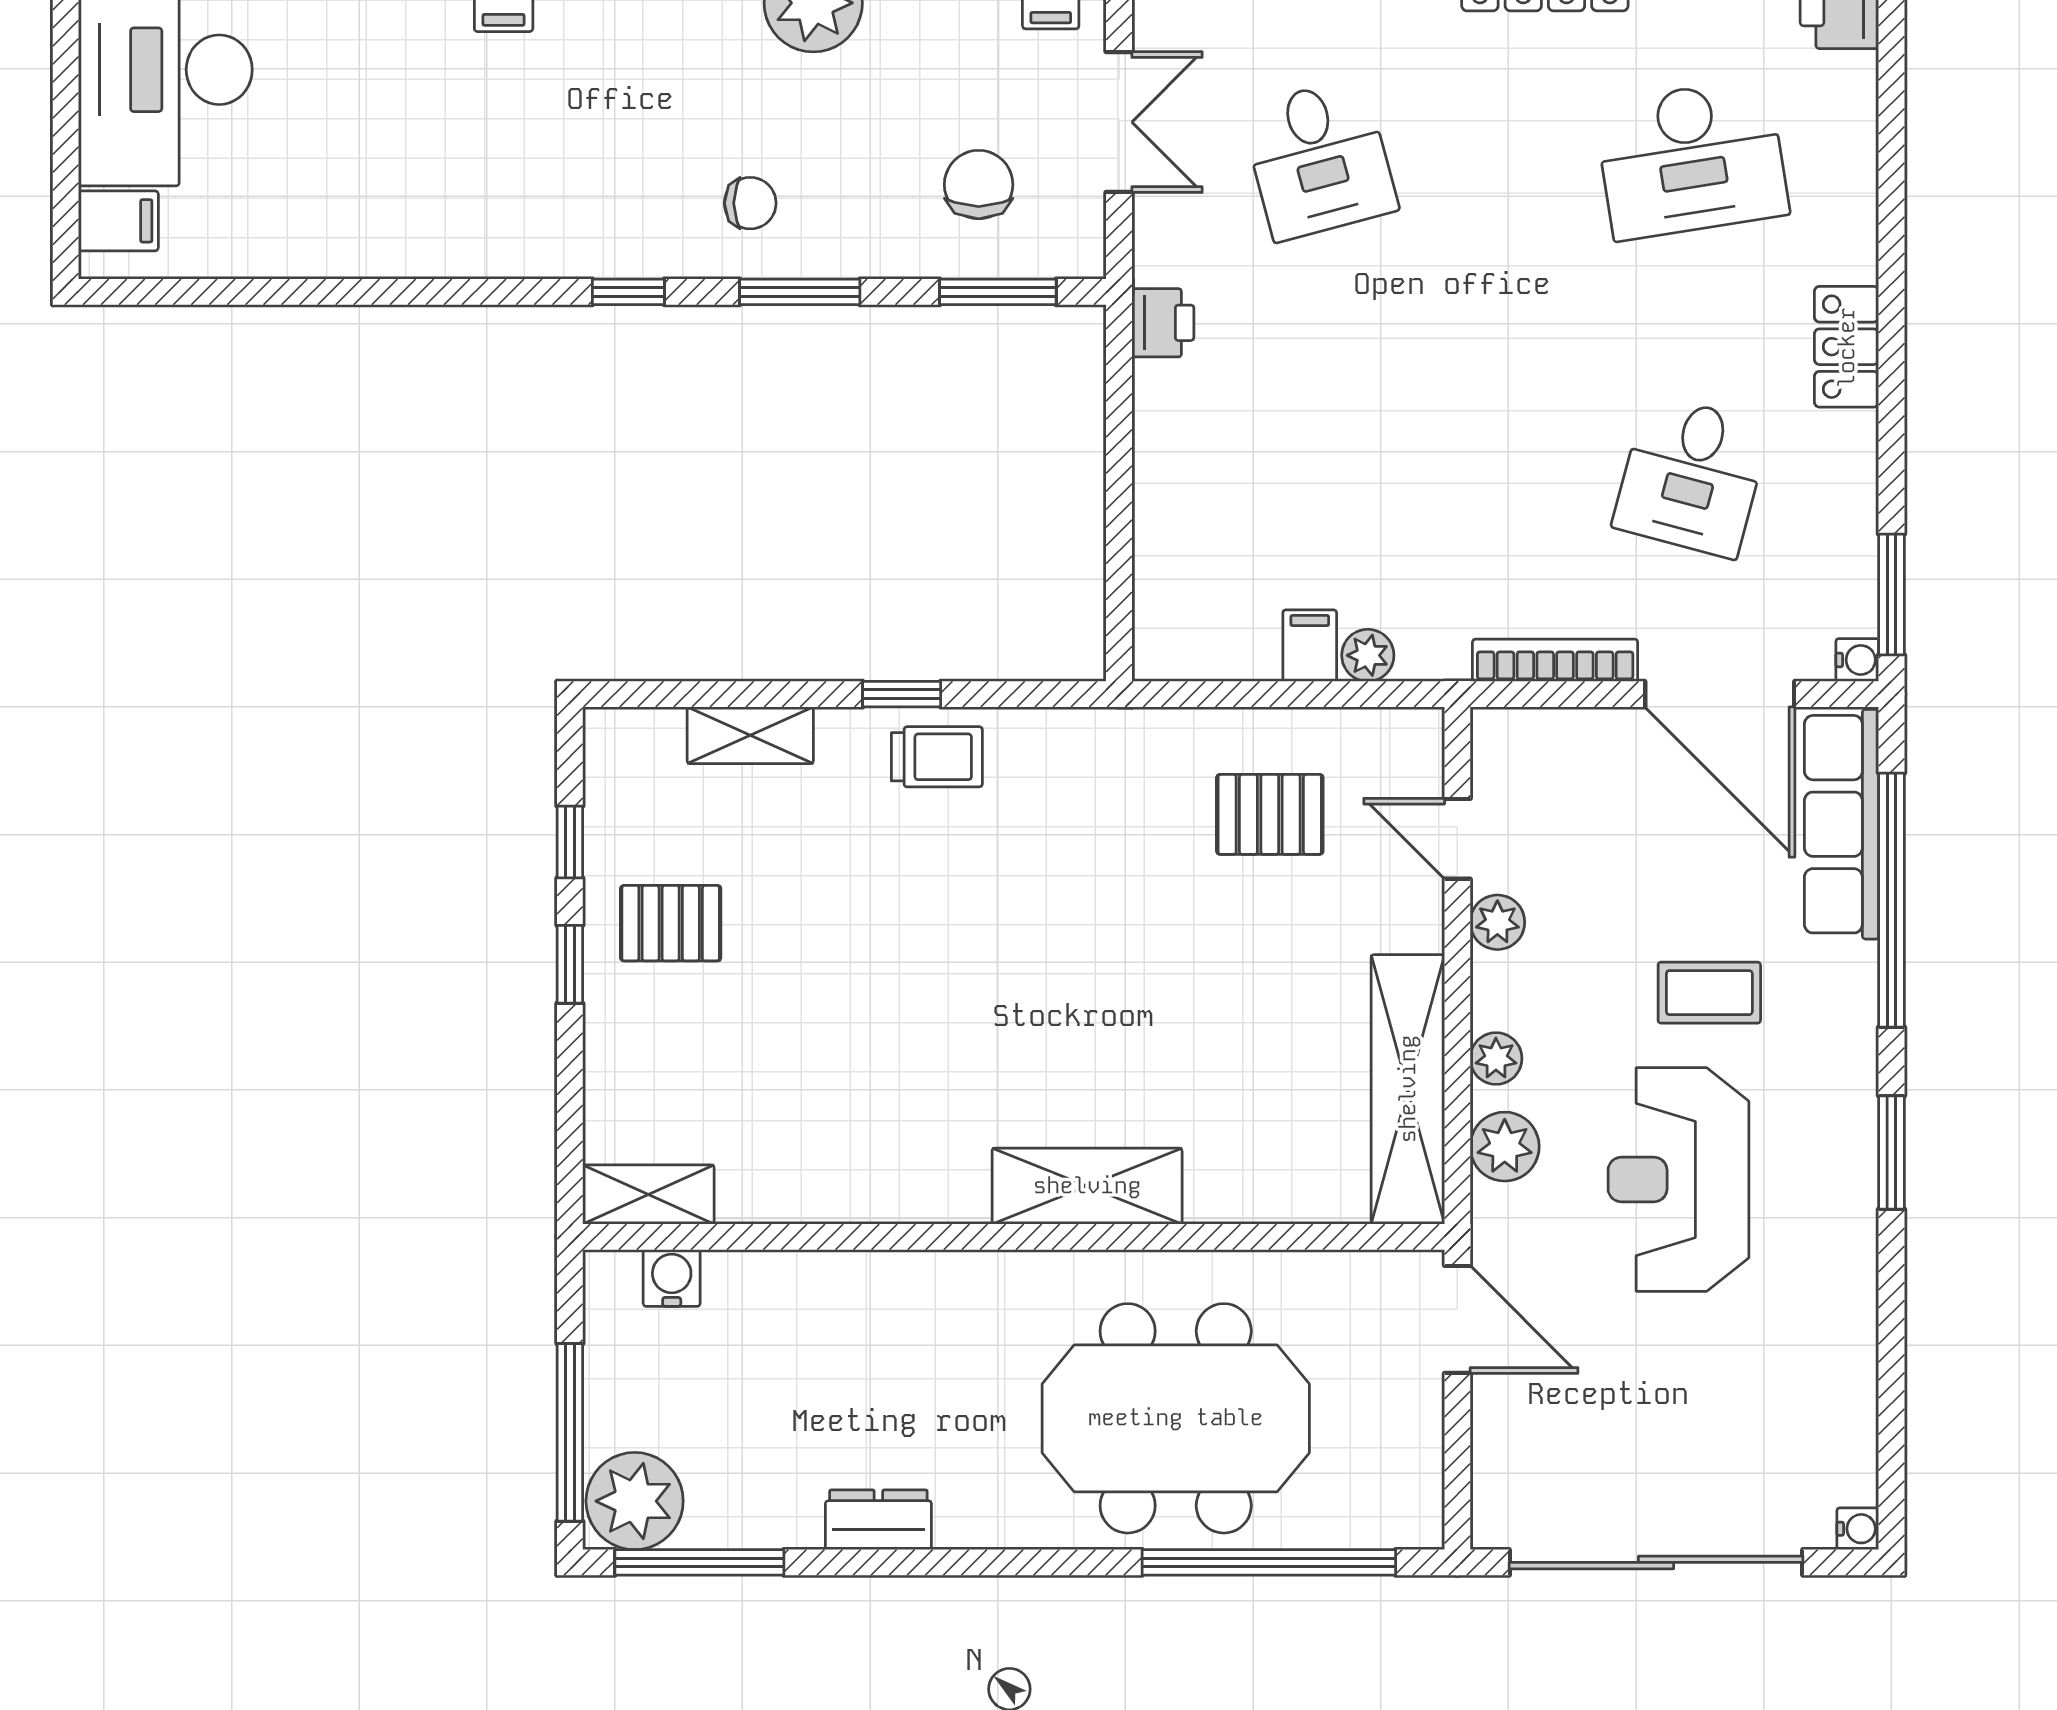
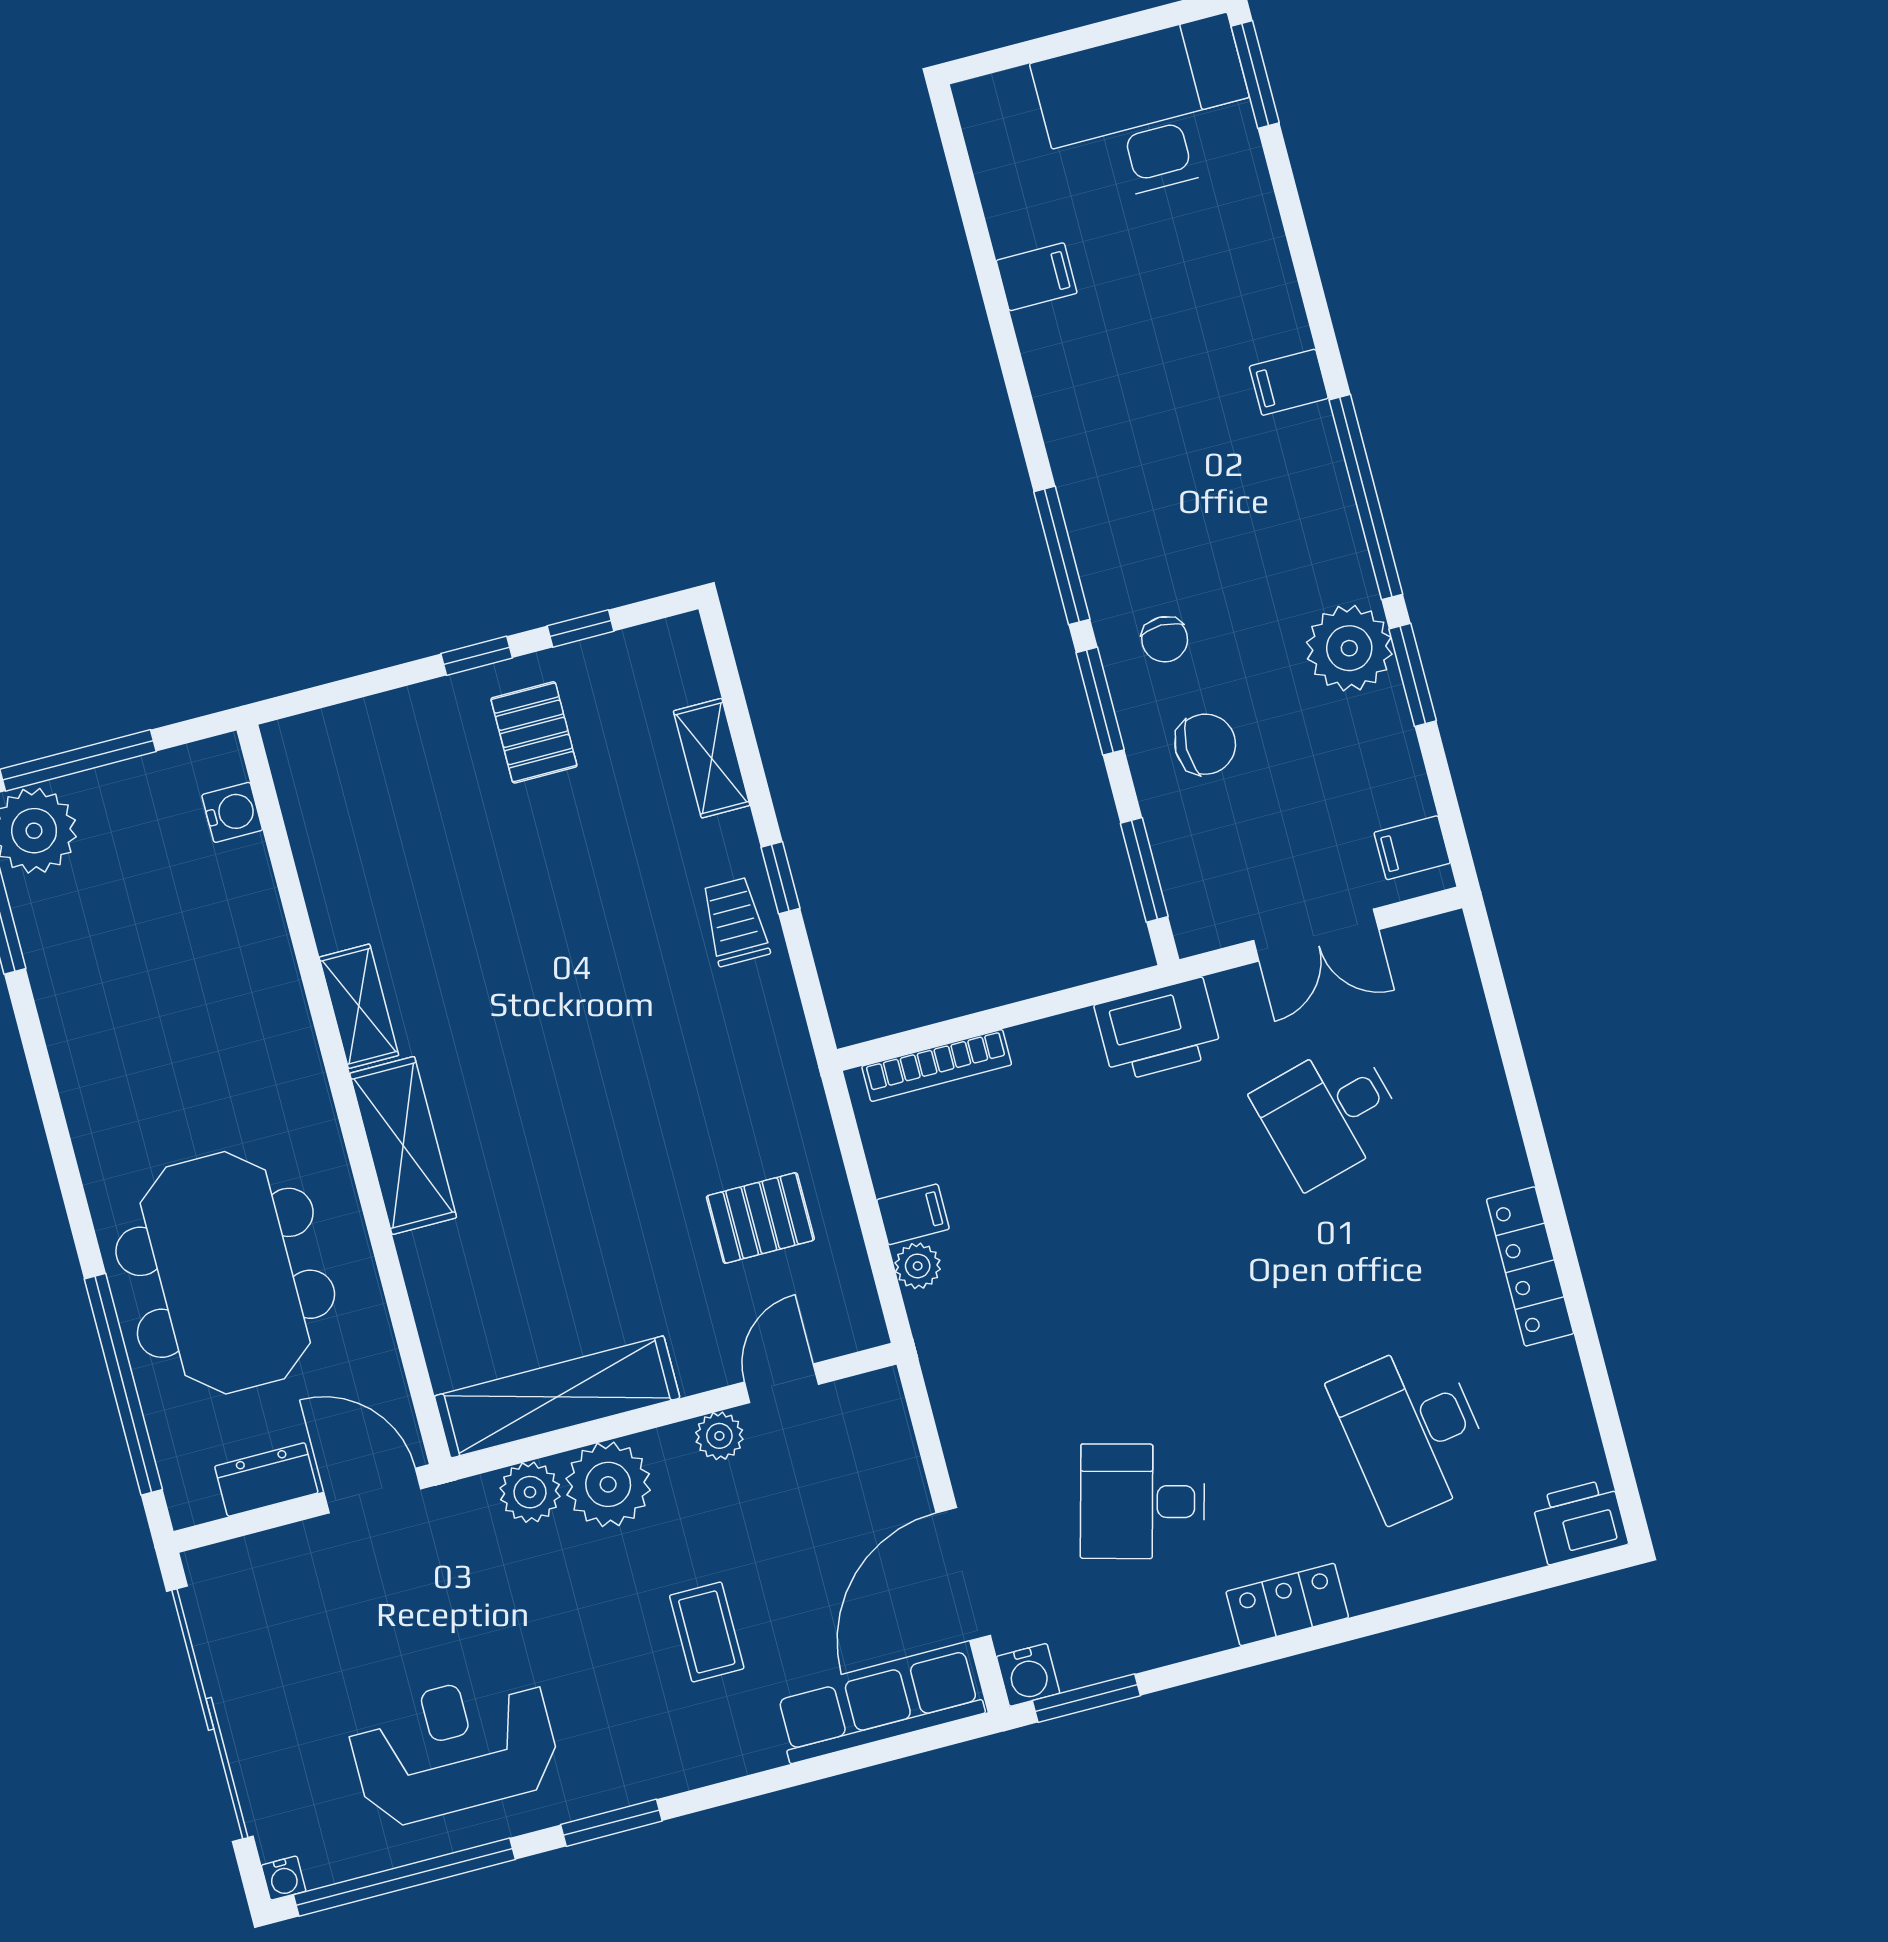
chair: (979, 185) -> (1205, 744), moved
filing cabinet: (118, 221) -> (1037, 277), moved, turned -90
window: (628, 292) -> (1062, 555), width x2.17
printer: (1163, 323) -> (1158, 1030), width x1.87, depth x1.48
bookcase: (1555, 660) -> (937, 1065), moved, turned 90
water cooler: (1857, 660) -> (1028, 1675), width x1.38, depth x1.38
trolley: (937, 757) -> (735, 922), turned 180
pallet: (1270, 814) -> (760, 1218), turned 90
window: (1891, 900) -> (404, 1877), moved
plant: (1496, 1058) -> (608, 1484), width x1.88, depth x1.88
reception desk: (1678, 1180) -> (454, 1748), moved
shelving: (648, 1194) -> (359, 1006), moved
door: (1457, 1319) -> (372, 1490), swing flipped
dresser: (878, 1520) -> (266, 1480), moved, turned -90

